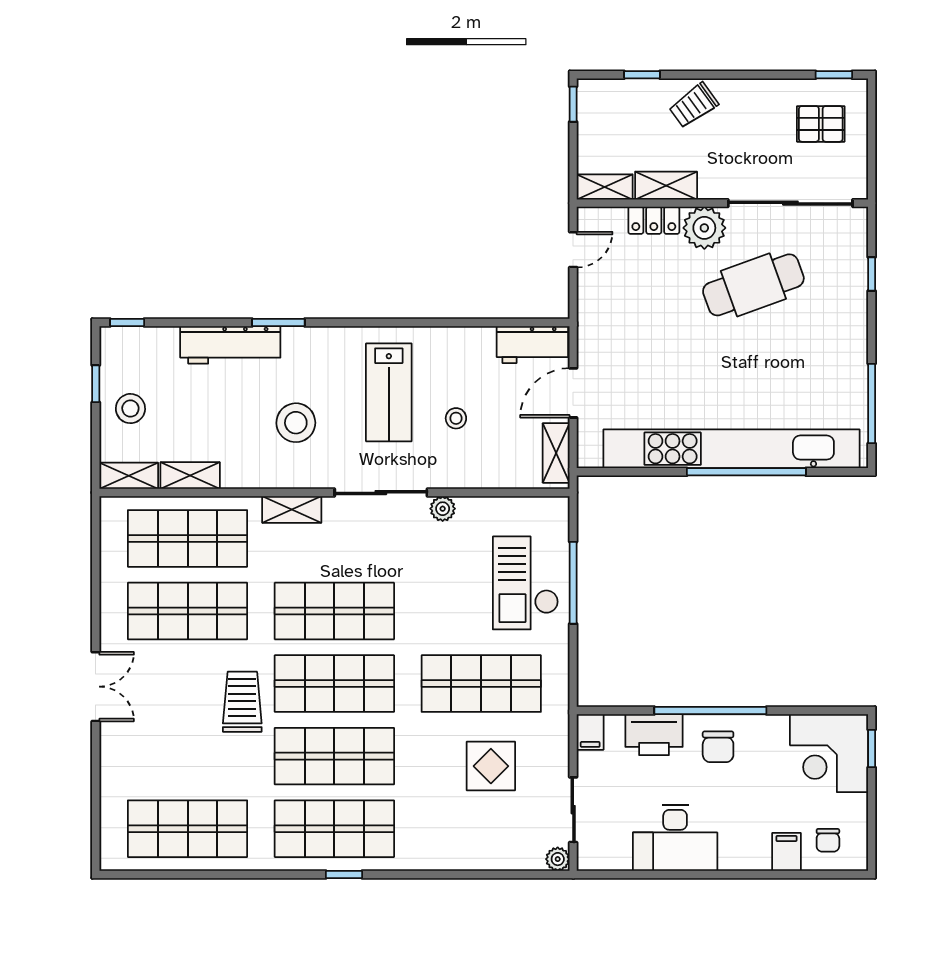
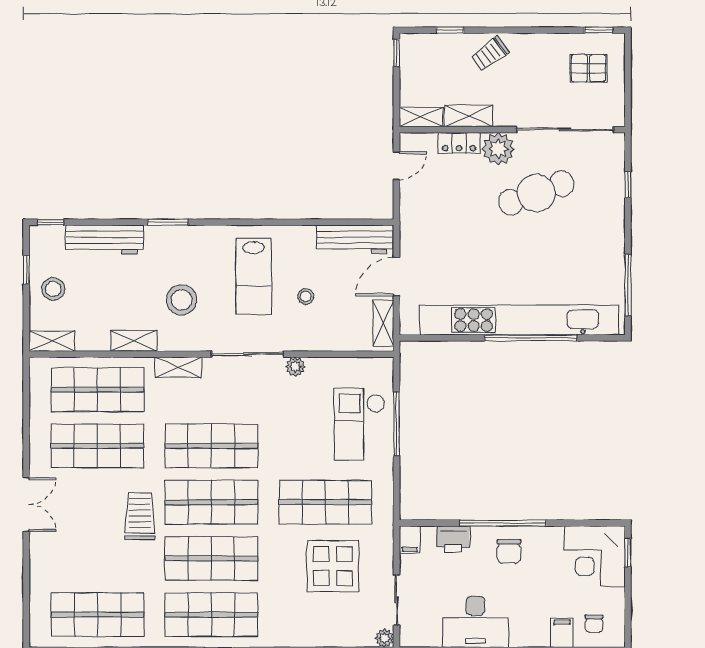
workbench: (230, 345) -> (105, 240), moved
workbench: (532, 345) -> (354, 239), width x1.37
shelving: (190, 476) -> (134, 341), moved
printer: (654, 735) -> (453, 539), width x0.73, depth x0.84
display table: (491, 766) -> (333, 566), width x1.36, depth x1.36

